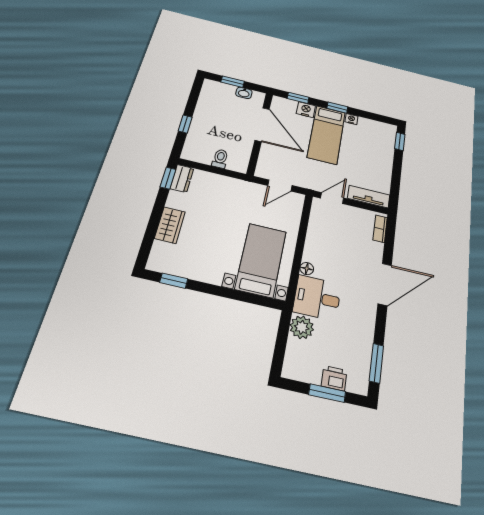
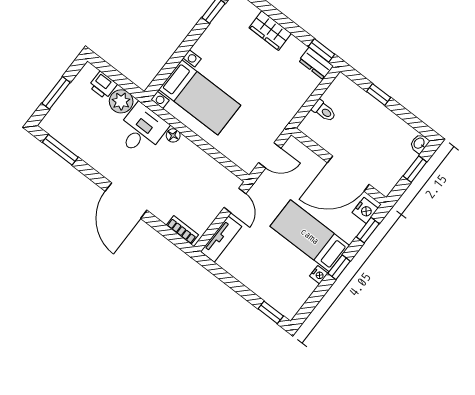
washbasin: (244, 93) -> (419, 143), moved
nightstand: (306, 110) -> (365, 210), moved
door: (280, 186) -> (270, 155), swing flipped
printer: (334, 378) -> (103, 85), moved, turned 90

